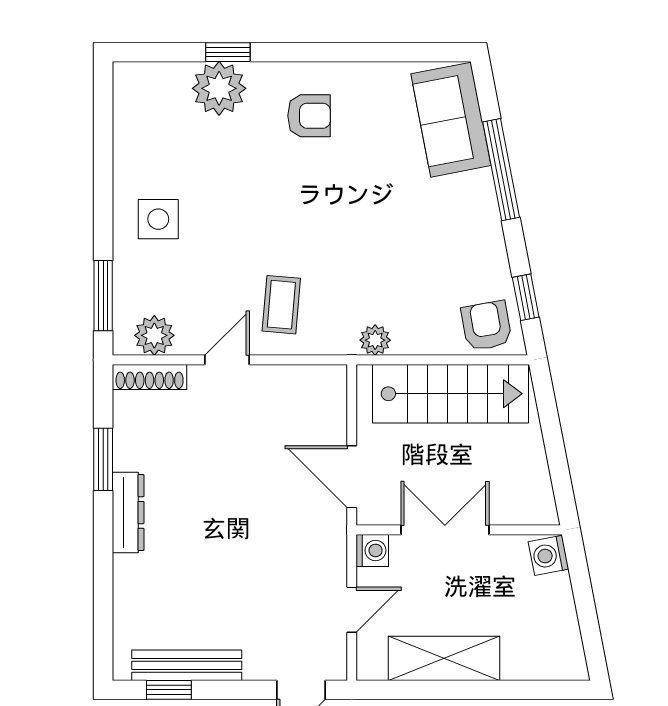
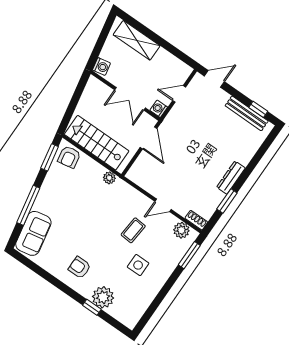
side table: (158, 219) -> (138, 265), moved
window: (526, 297) -> (50, 157), width x1.50
coffee table: (281, 305) -> (133, 230), moved
shoe rack: (150, 377) -> (196, 220), width x0.70
shelving: (444, 658) -> (137, 40), moved

